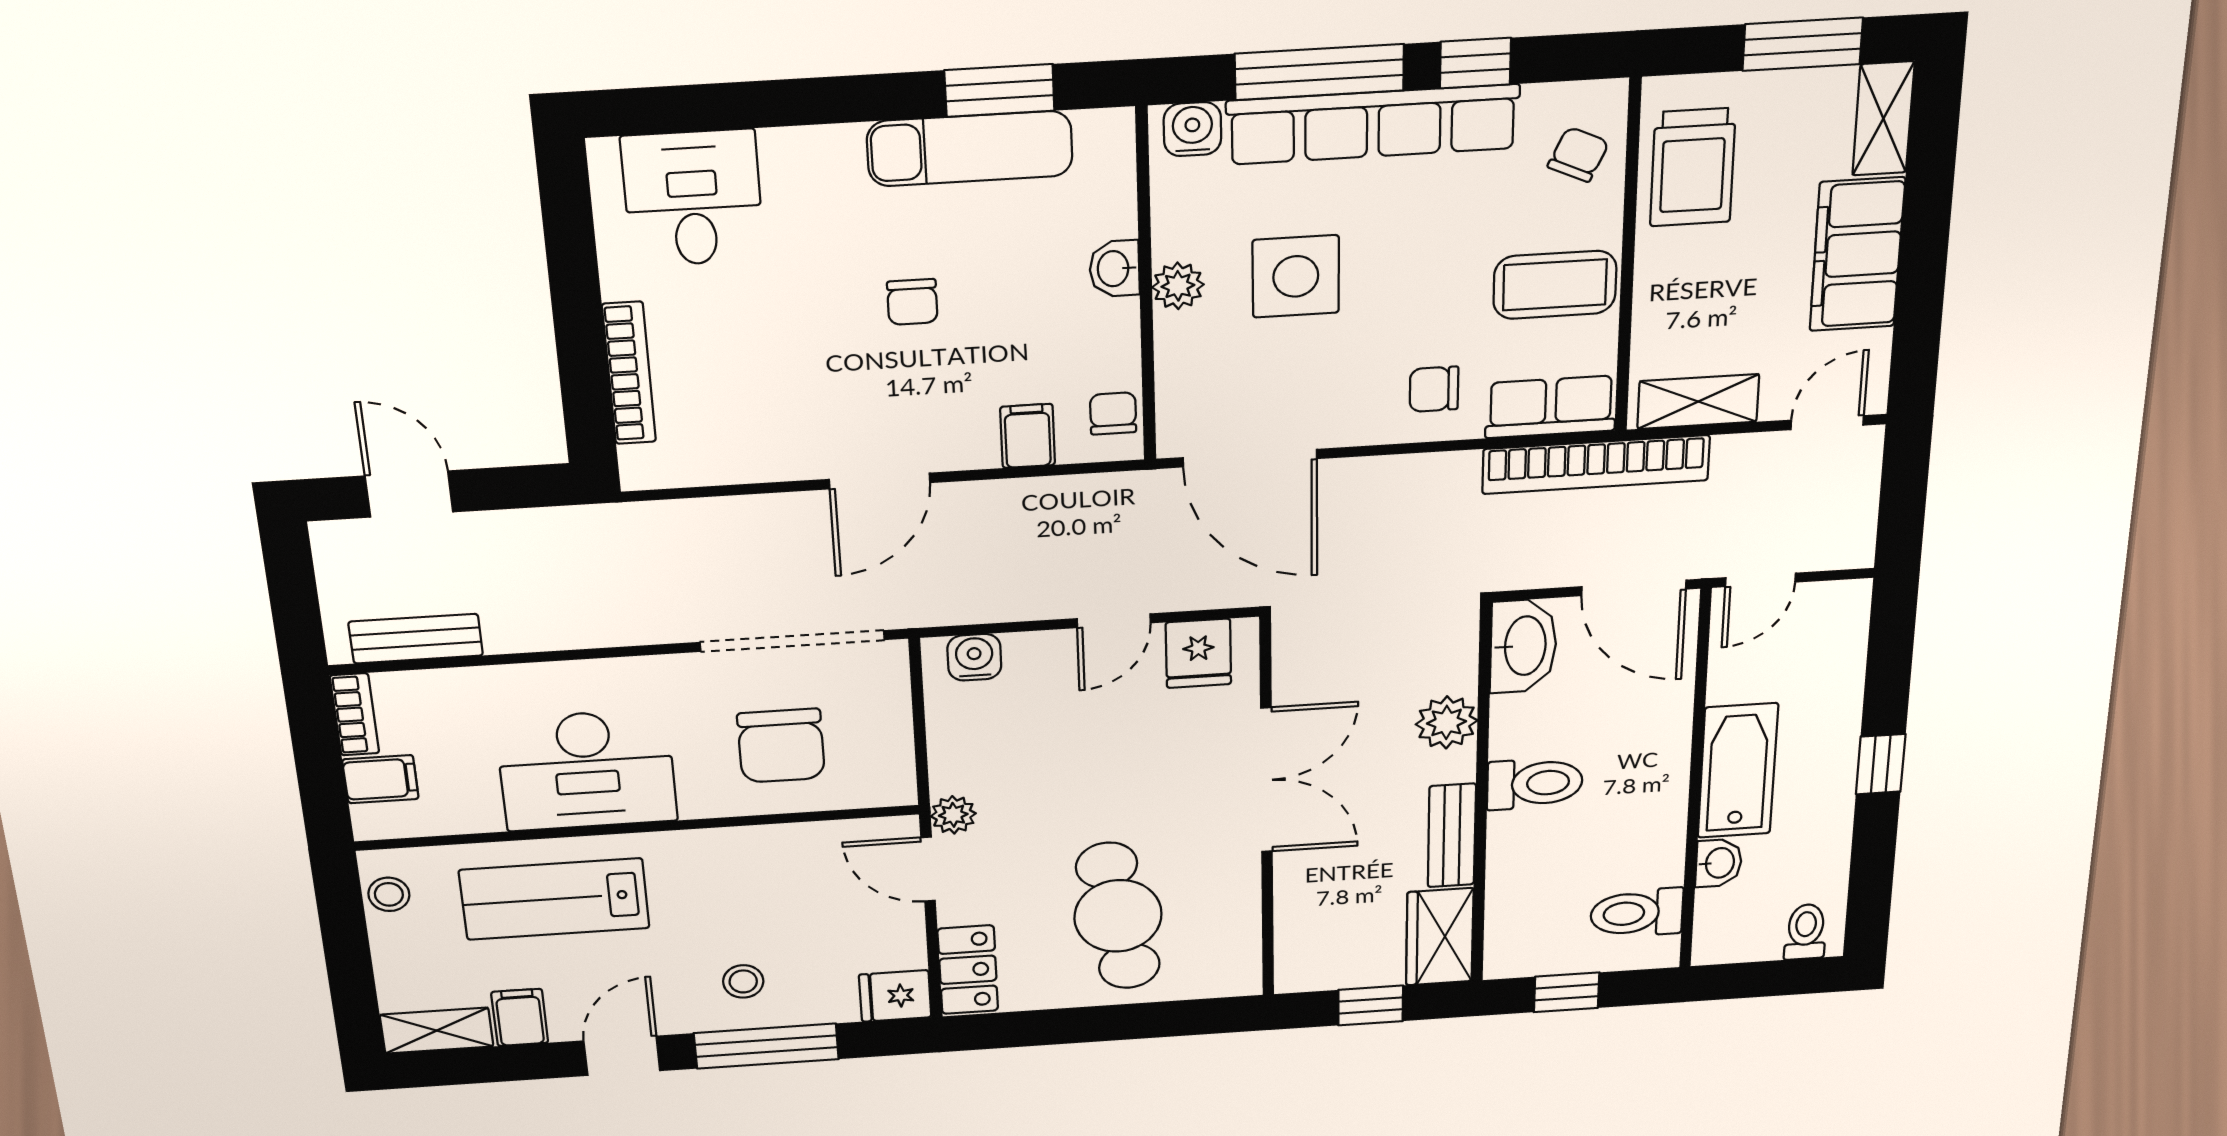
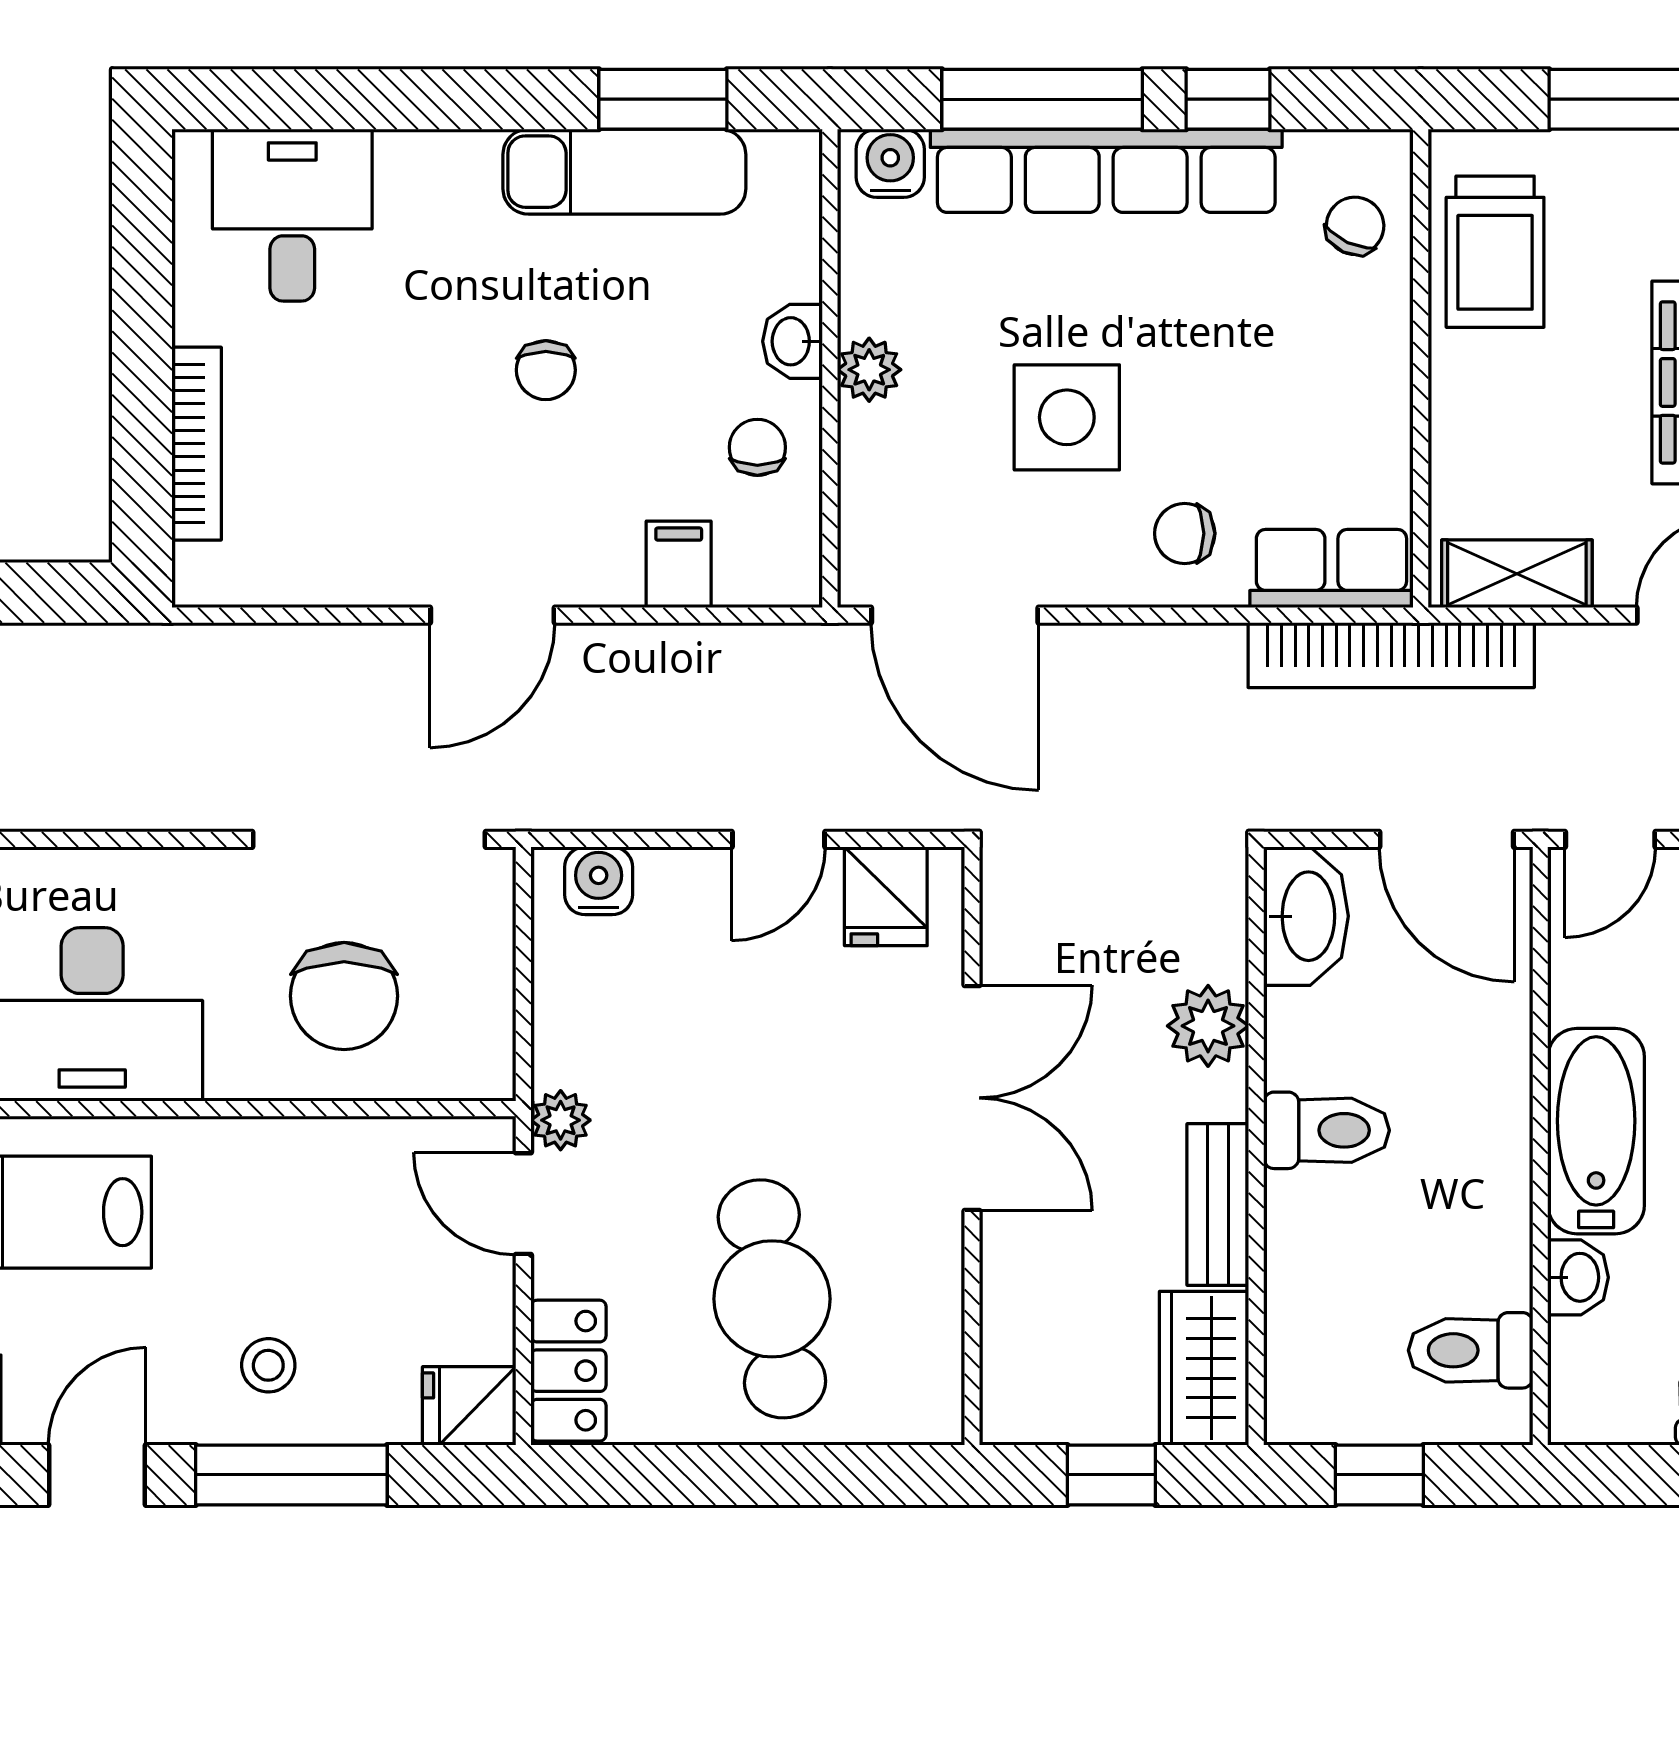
side table: (1296, 276) -> (1067, 417), moved
coffee table: (1555, 285) -> (1332, 399), removed
chair: (1113, 413) -> (757, 447), moved

